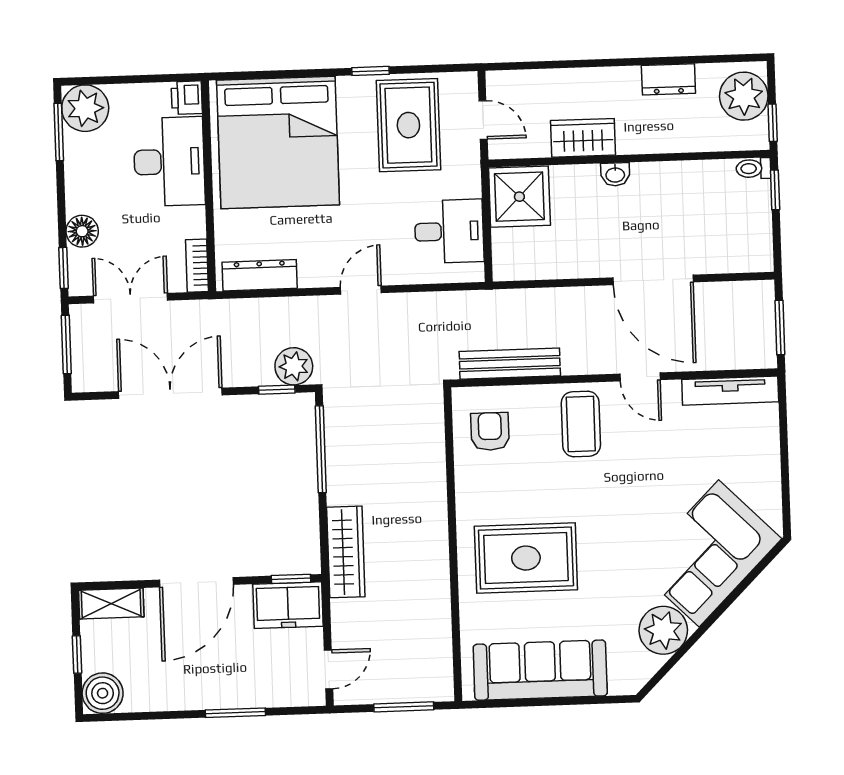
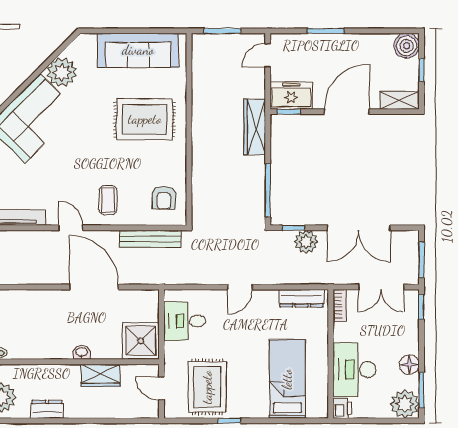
bed: (278, 142) -> (287, 379), width x0.49
floor lamp: (82, 231) -> (409, 365), moved
door: (653, 280) -> (94, 287), moved
plant: (294, 366) -> (306, 242), moved
coffee table: (581, 424) -> (108, 200), width x0.73, depth x0.77

